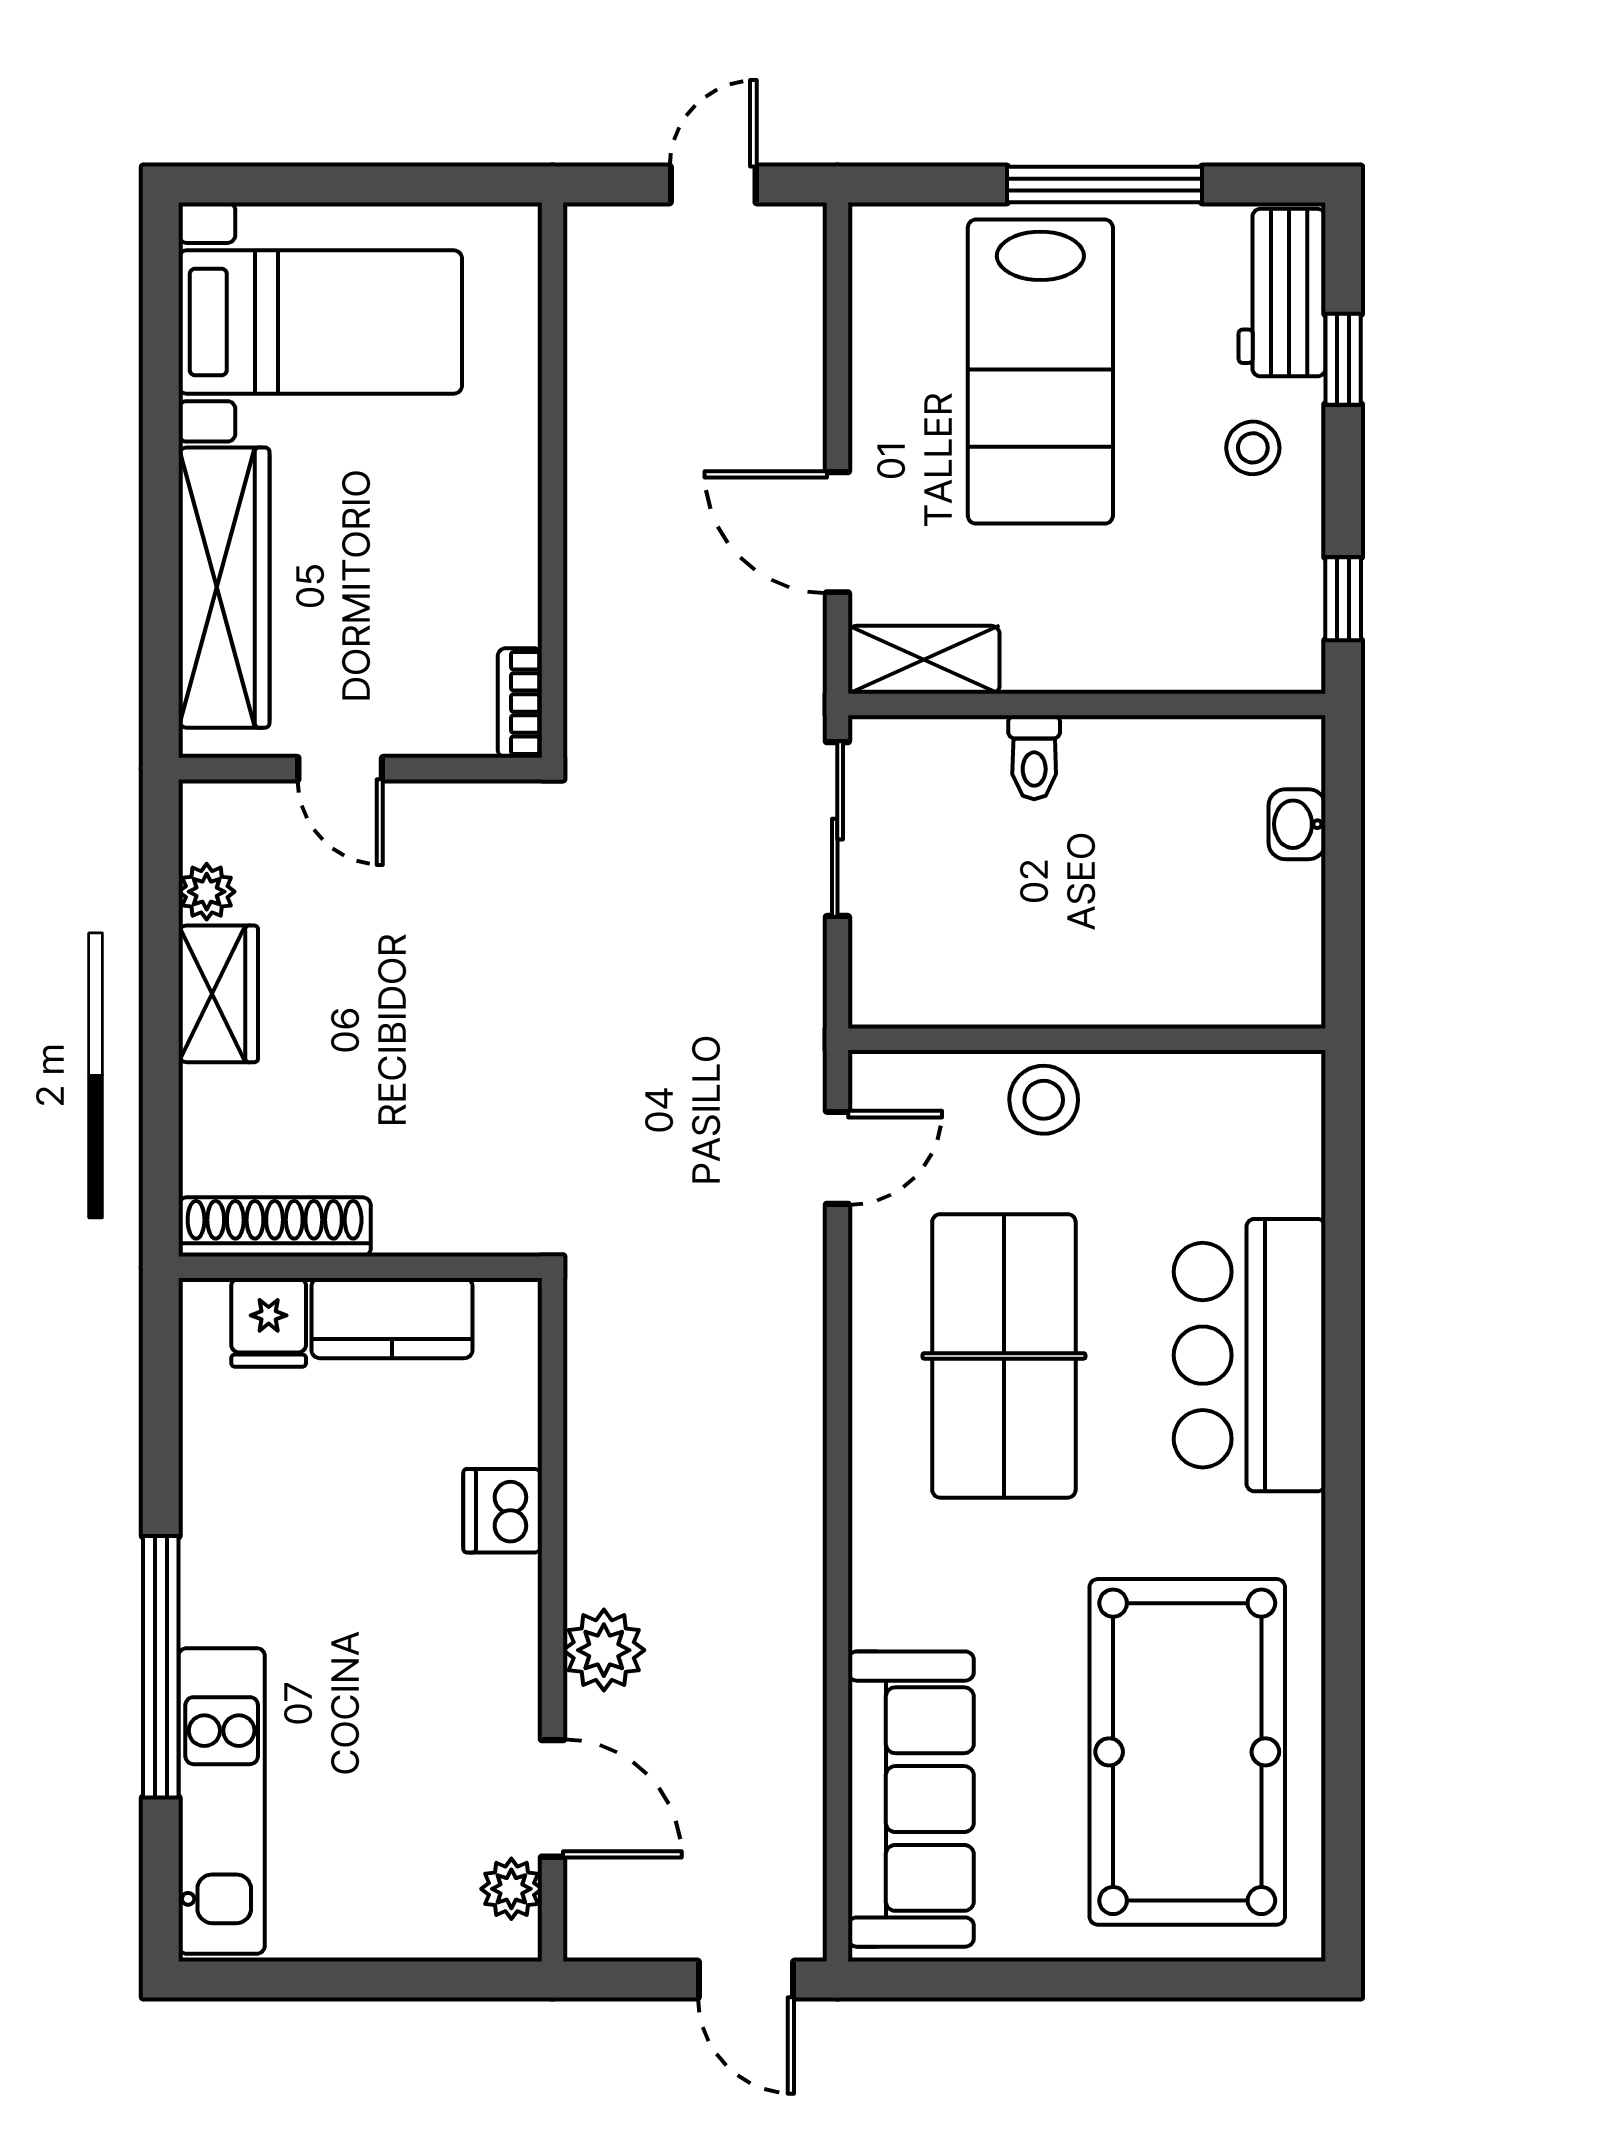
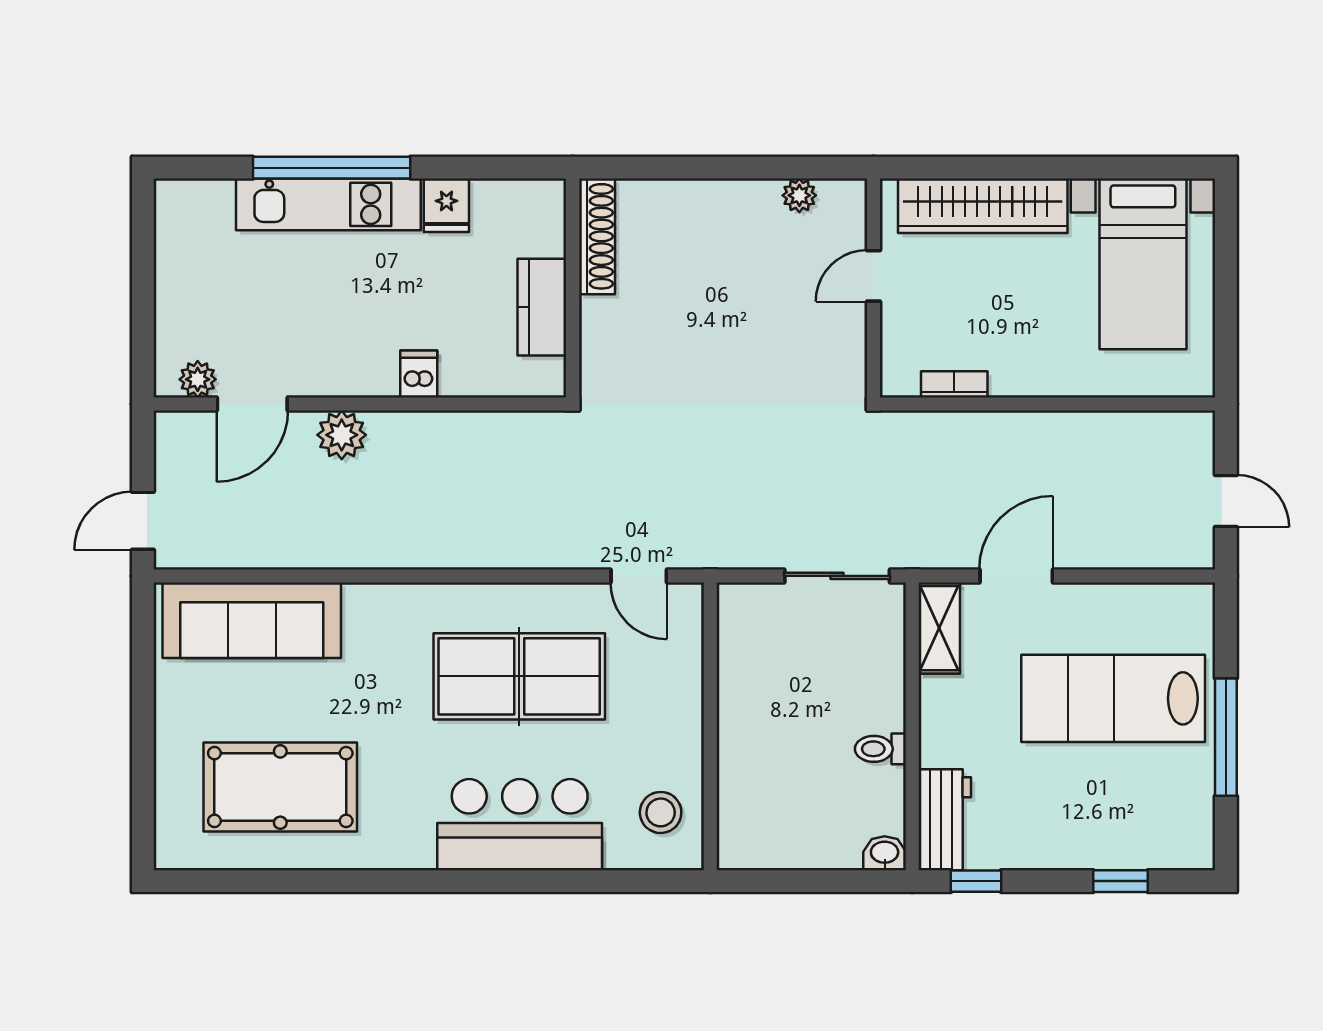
workbench: (1282, 293) -> (945, 820), moved, turned 90
stool: (1253, 448) -> (1067, 827), removed
bookcase: (520, 703) -> (954, 384), moved
toilet: (1034, 757) -> (880, 749), moved
washbasin: (1297, 824) -> (885, 853), moved
wardrobe: (218, 994) -> (738, 202), removed
stool: (1044, 1100) -> (661, 812), moved
fridge: (269, 1322) -> (446, 205), moved, turned -90
dishwasher: (503, 1511) -> (419, 374), width x0.73
pool table: (1187, 1752) -> (280, 787), width x0.73, depth x0.76
kitchen unit: (222, 1801) -> (328, 204), moved

